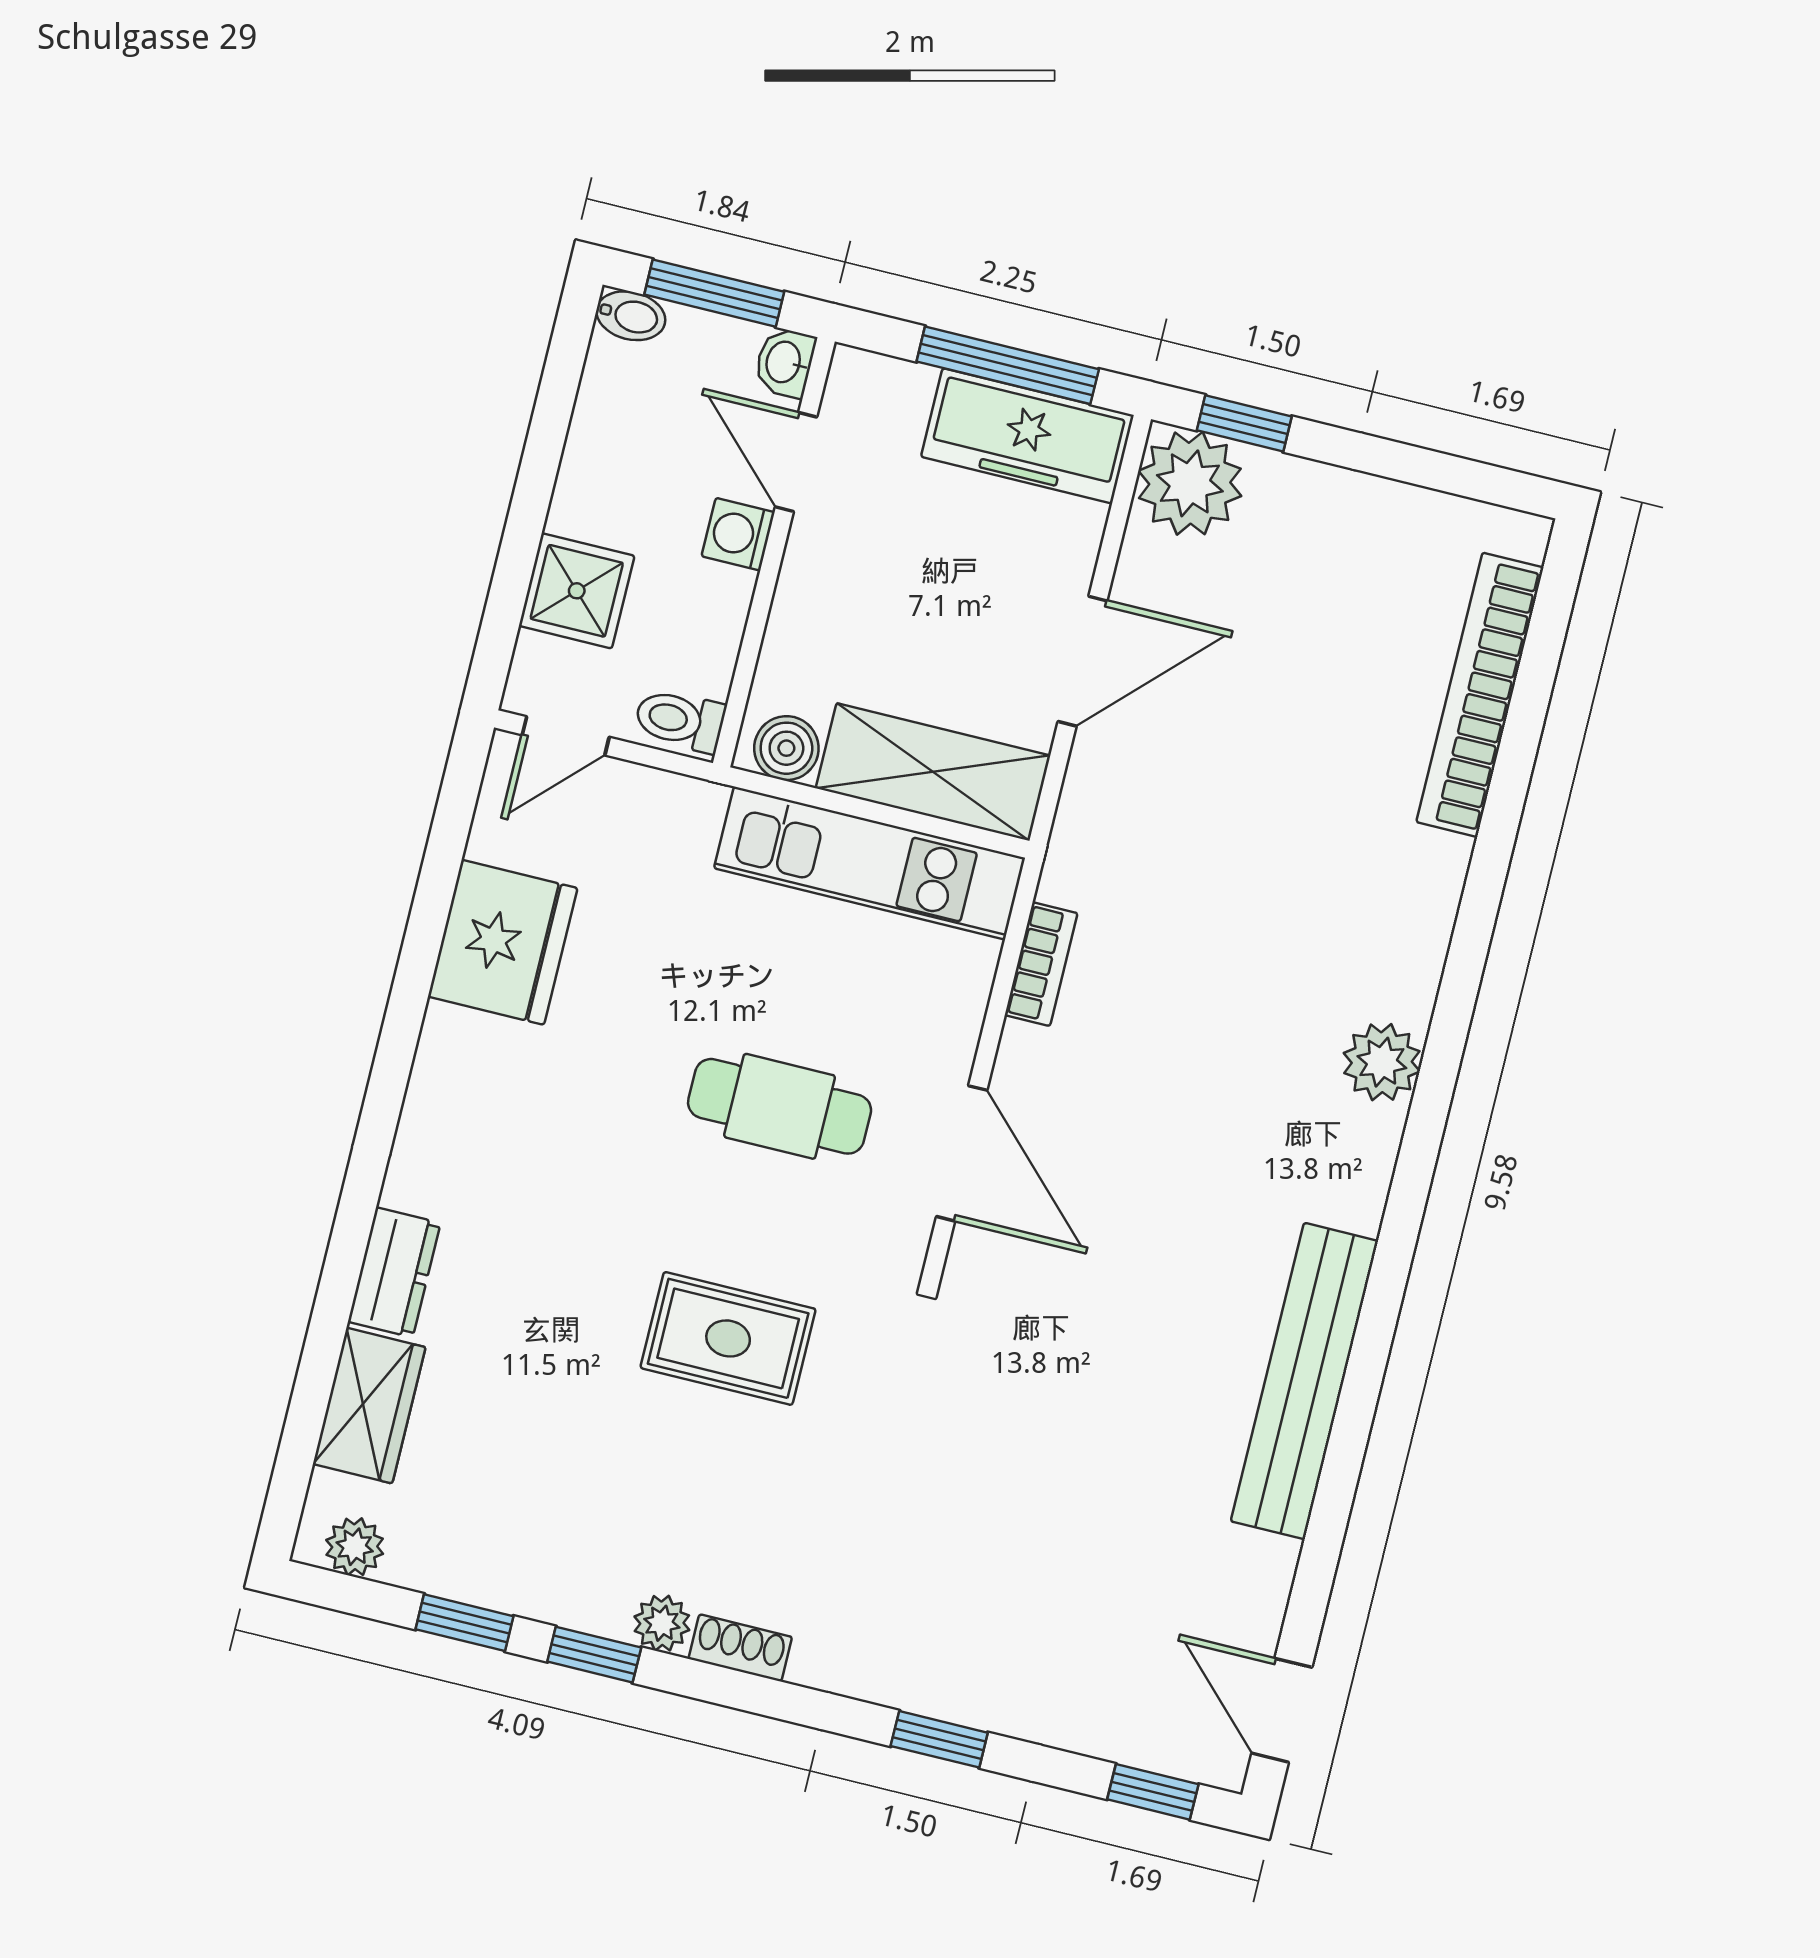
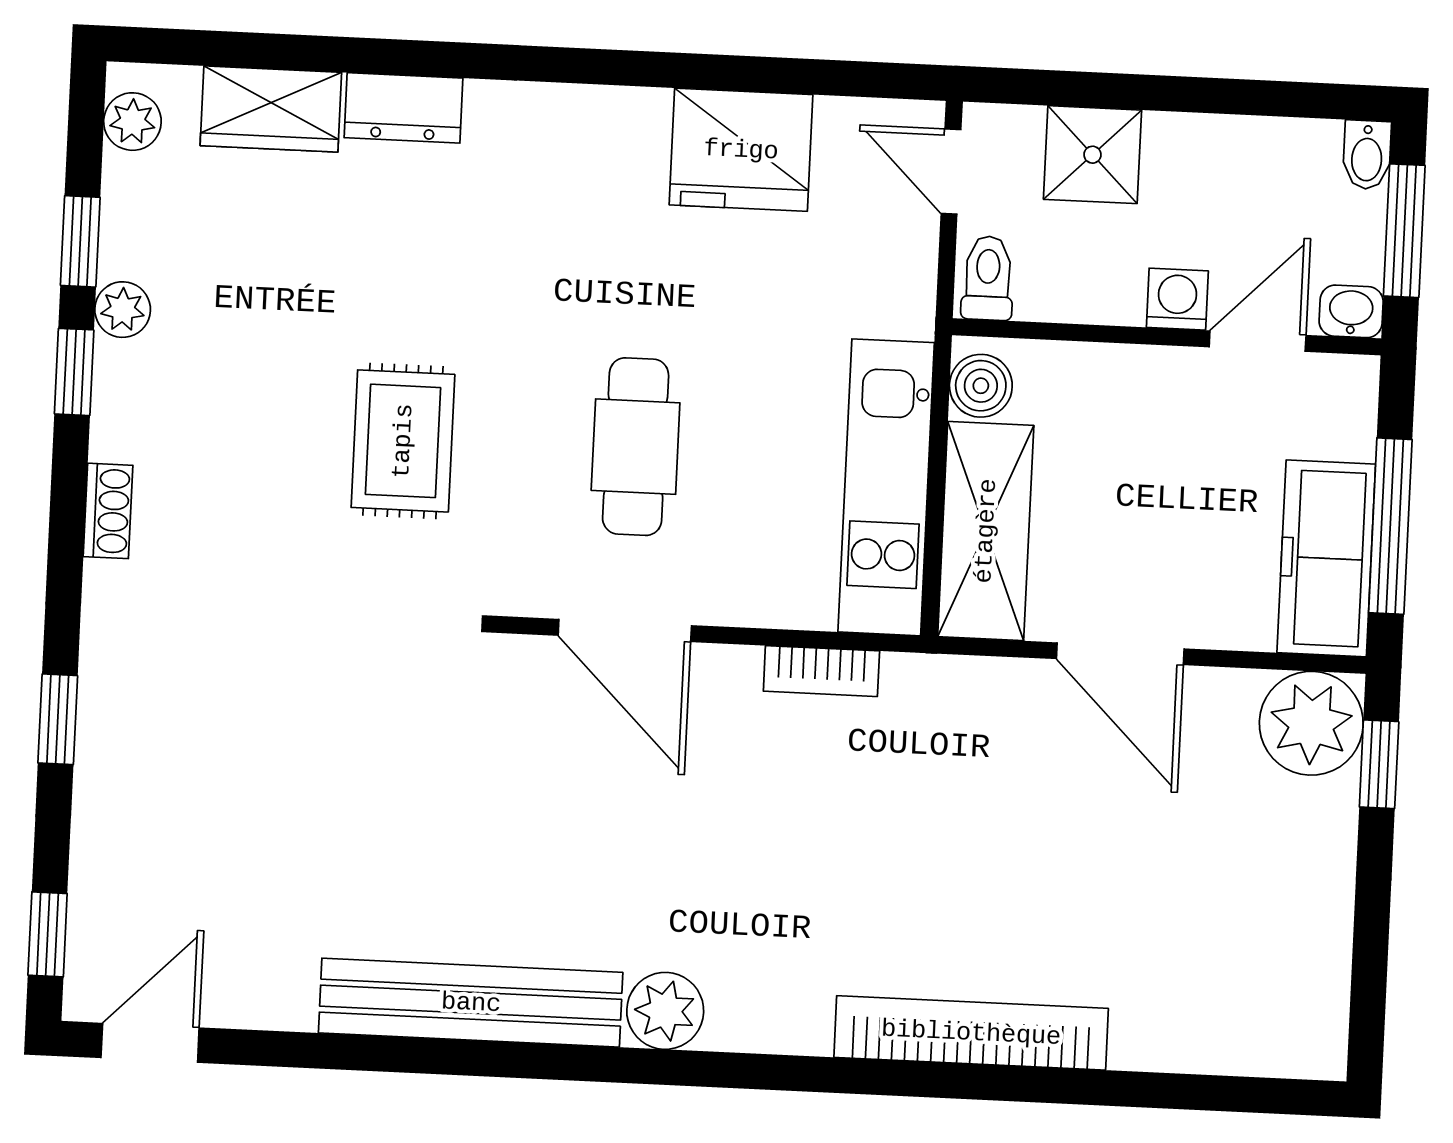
bookcase: (1480, 695) -> (971, 1033), moved
plant: (1382, 1062) -> (665, 1011), moved
door: (962, 1153) -> (625, 630), hinge flipped
plant: (662, 1623) -> (123, 310), moved

